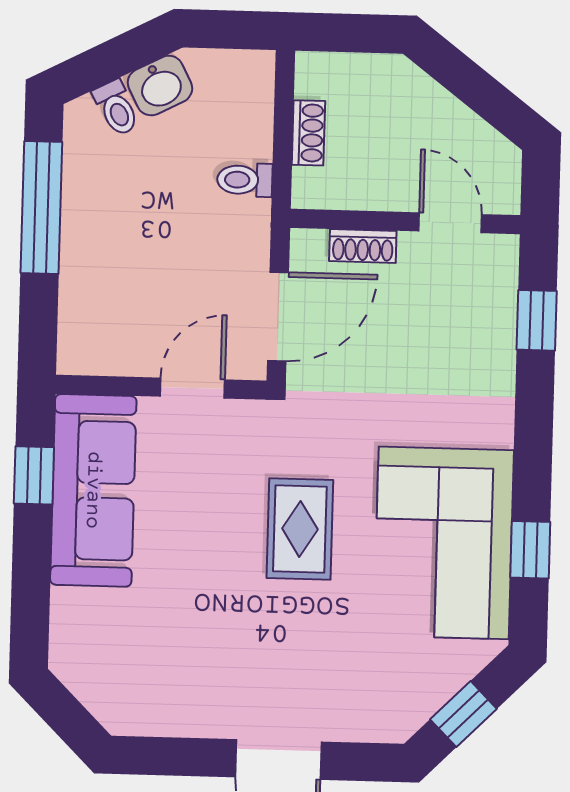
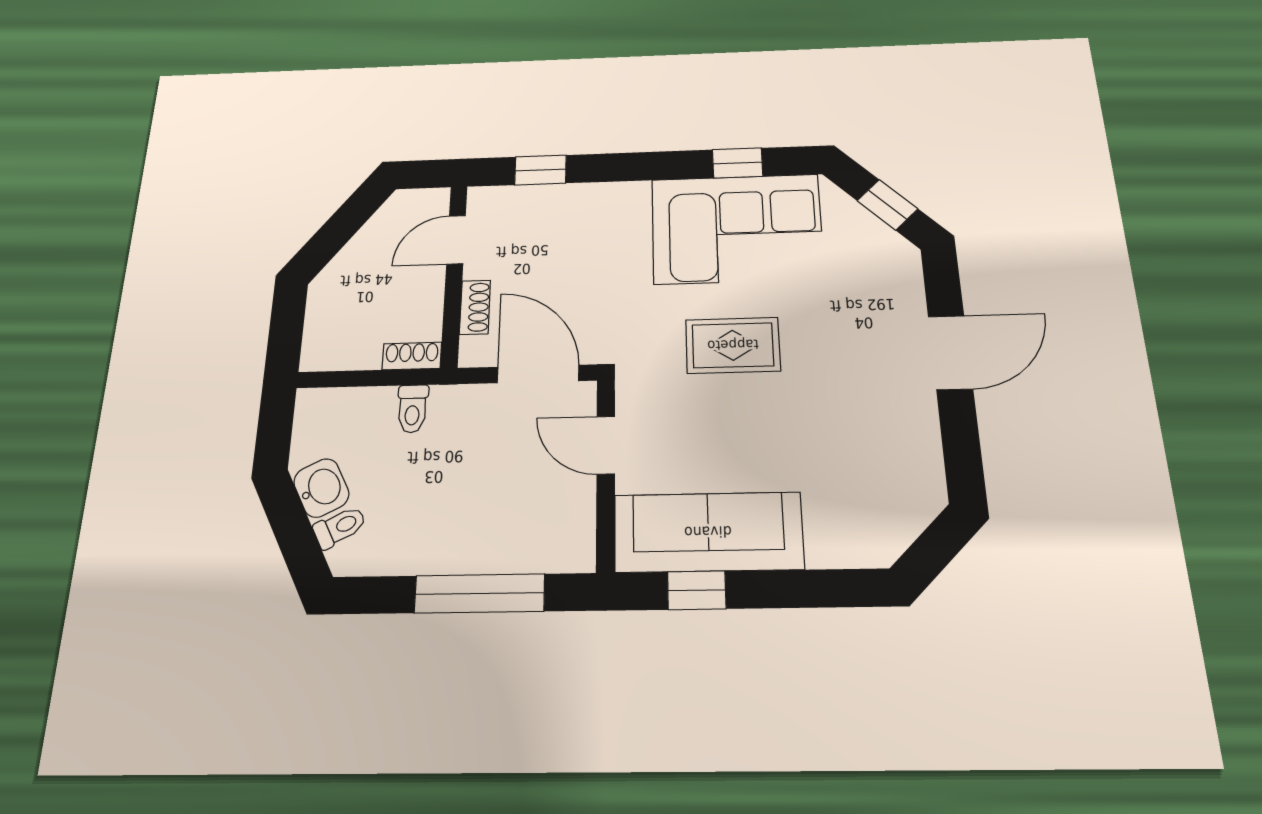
shoe rack: (308, 133) -> (412, 356), moved
window: (41, 208) -> (480, 593), moved

